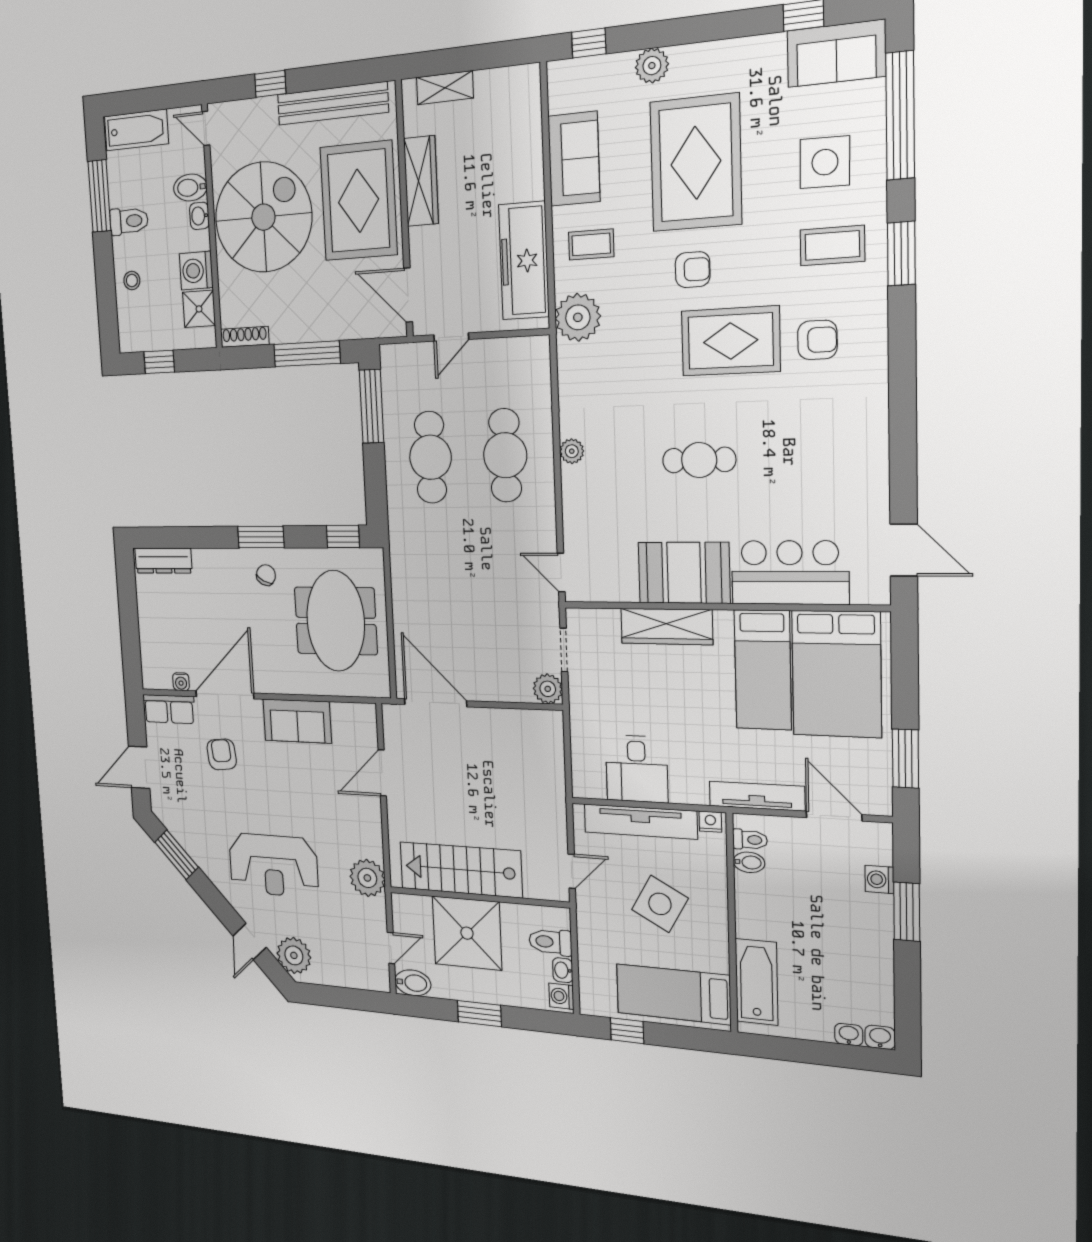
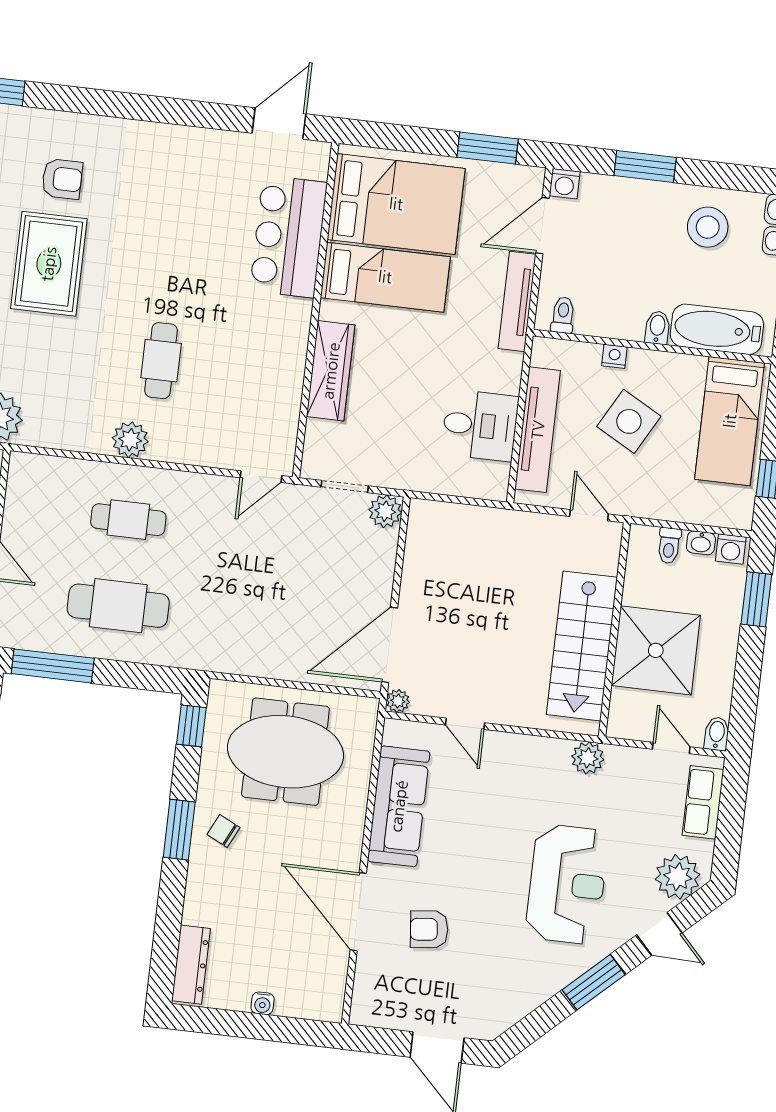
armchair: (817, 340) -> (62, 179), turned 90
plant: (572, 451) -> (130, 440), width x1.38, depth x1.38
cafe table: (505, 455) -> (128, 520), width x0.73, depth x0.74
cafe table: (699, 460) -> (161, 361), moved
booth: (684, 573) -> (276, 344), removed
water cooler: (181, 682) -> (263, 1003), moved, turned 90
row of seats: (169, 709) -> (703, 802), moved, turned 180
plant: (391, 714) -> (398, 701), added
sofa: (297, 721) -> (399, 806), width x1.36
door: (382, 773) -> (465, 724), width x0.73
nightstand: (710, 822) -> (614, 356), moved, turned 90
window: (177, 855) -> (594, 982), moved
bidet: (749, 862) -> (657, 328), moved
plant: (367, 878) -> (588, 758), width x0.73, depth x0.73
washing machine: (879, 879) -> (565, 184), moved
toilet: (550, 942) -> (669, 546), width x0.73, depth x0.72
stool: (854, 972) -> (708, 227), added
bidet: (413, 983) -> (717, 734), width x0.72, depth x0.74
window: (479, 1014) -> (756, 599), moved

